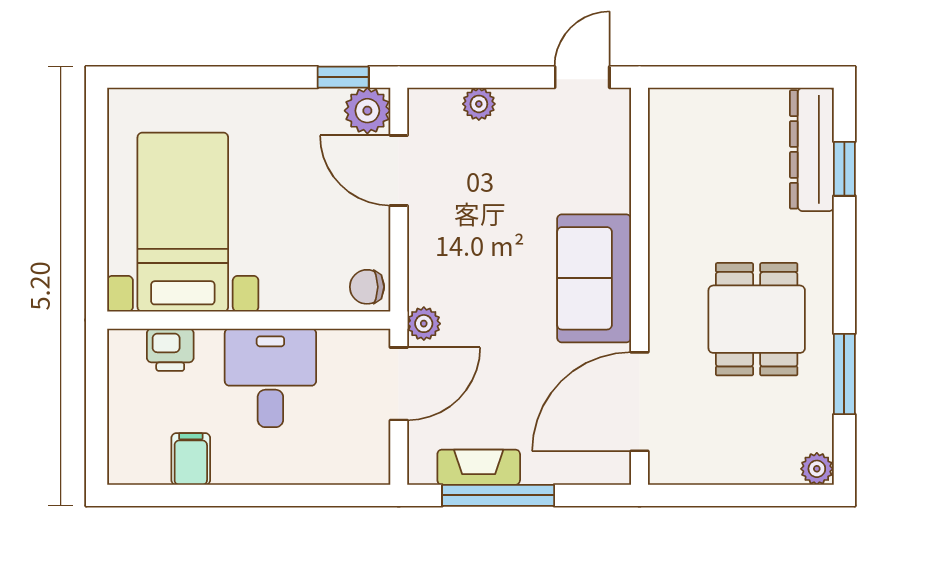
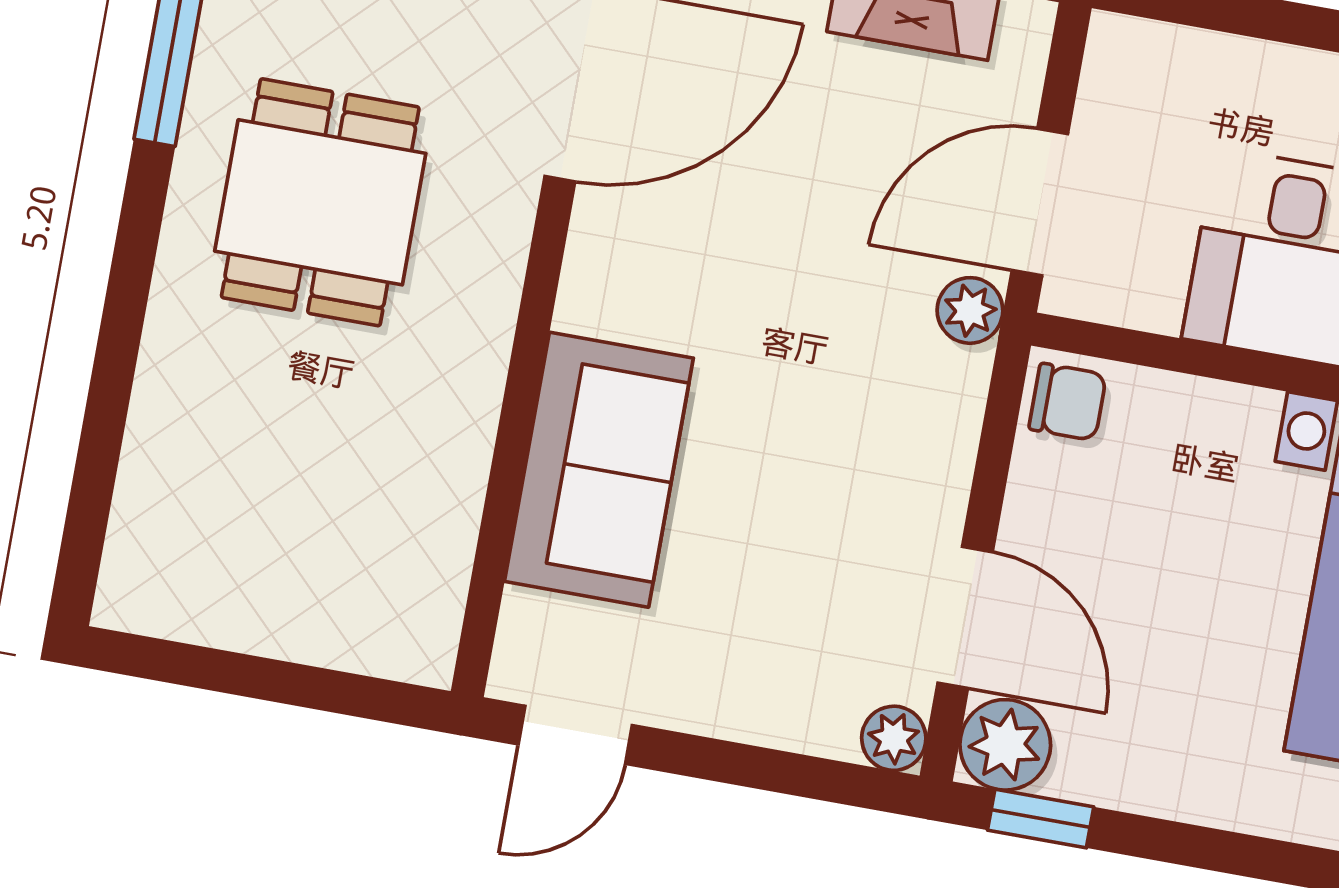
plant: (479, 104) -> (894, 738), moved
dresser: (812, 149) -> (153, 514), removed
window: (844, 169) -> (97, 464), removed
sofa: (594, 278) -> (599, 470), moved

